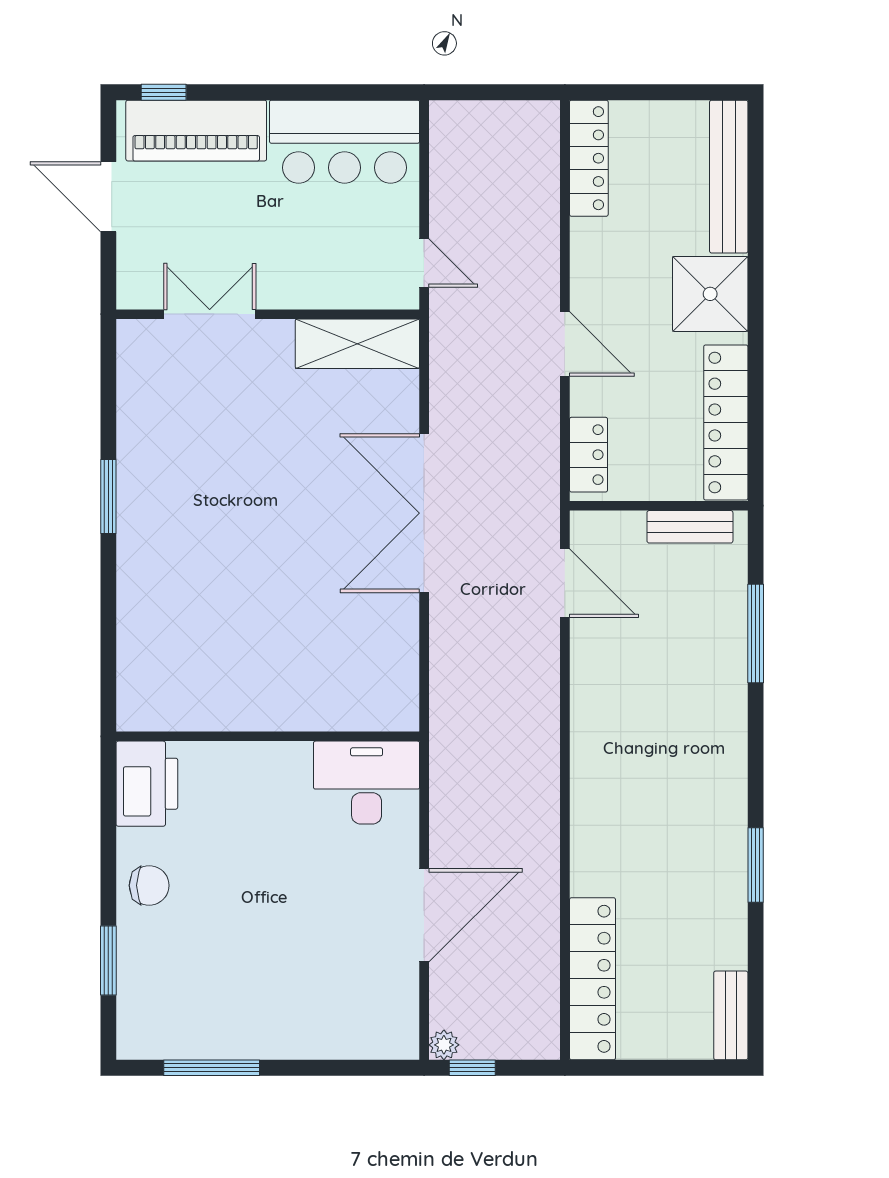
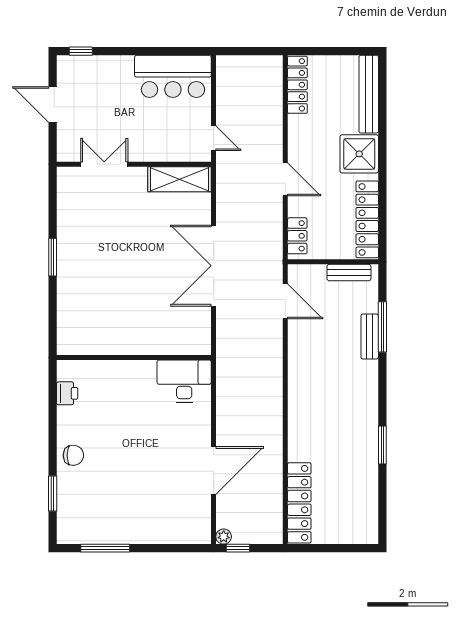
piano: (196, 131) -> (97, 71), removed
wall: (268, 736) -> (134, 357), moved
desk: (367, 783) -> (184, 381), moved
printer: (147, 784) -> (67, 393), width x0.53, depth x0.68
bench: (731, 1015) -> (370, 336), moved

